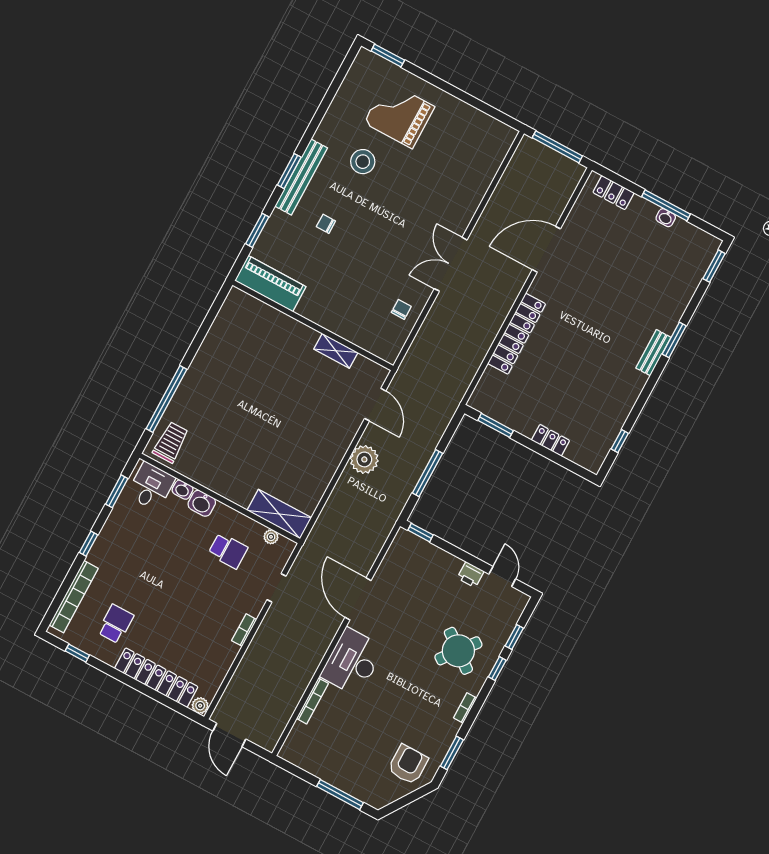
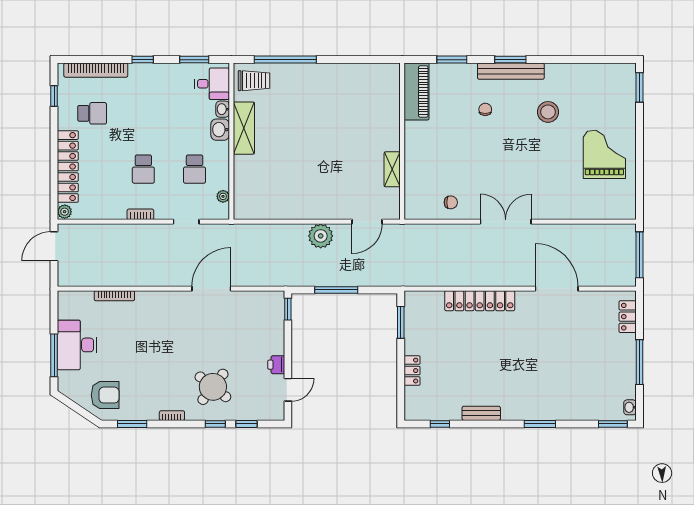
grand piano: (399, 115) -> (604, 154), moved
washbasin: (666, 218) -> (630, 407), moved
bench: (653, 353) -> (481, 413), moved
shelving: (279, 514) -> (244, 128), moved
school desk: (200, 603) -> (143, 169), added
desk: (352, 662) -> (77, 345), moved, turned -90

